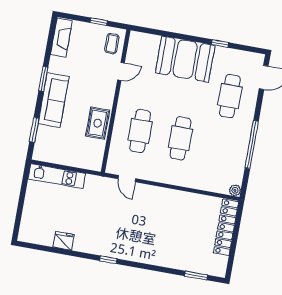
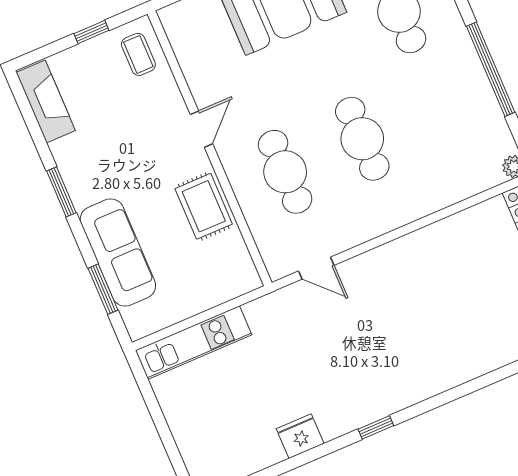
door: (121, 71) -> (201, 129), moved
sofa: (54, 100) -> (118, 253), moved
fridge: (64, 241) -> (300, 436), moved

